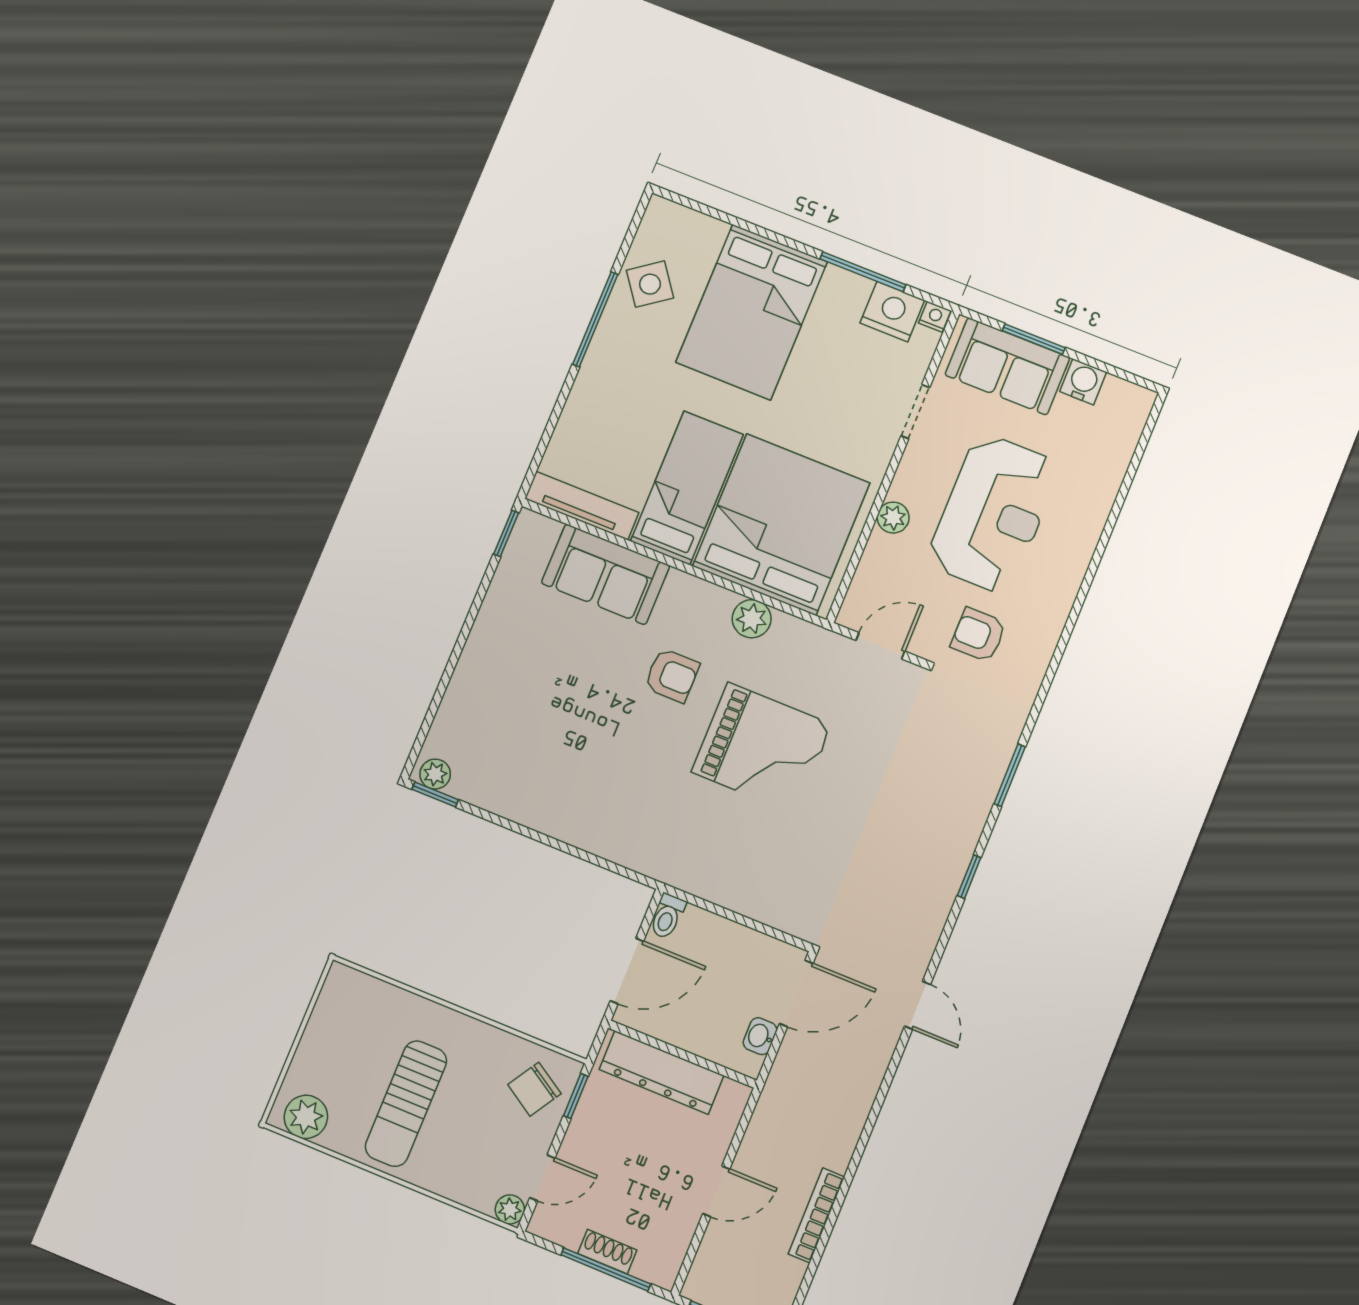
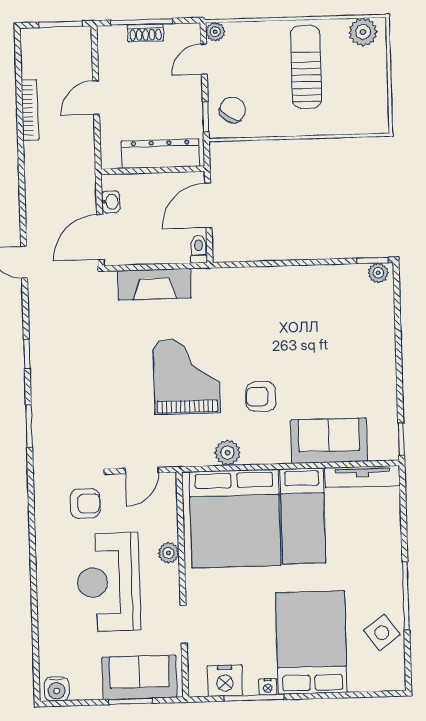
nightstand: (935, 317) -> (268, 687), moved
water cooler: (1083, 382) -> (57, 689), moved
grand piano: (762, 748) -> (186, 376), turned 90
fireplace: (750, 894) -> (154, 284), added

